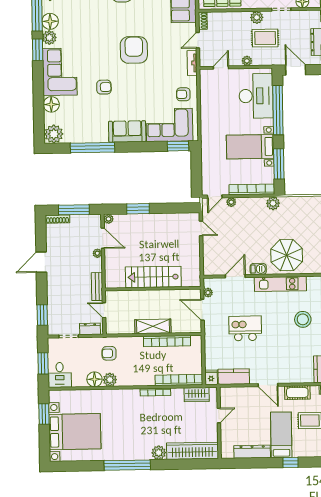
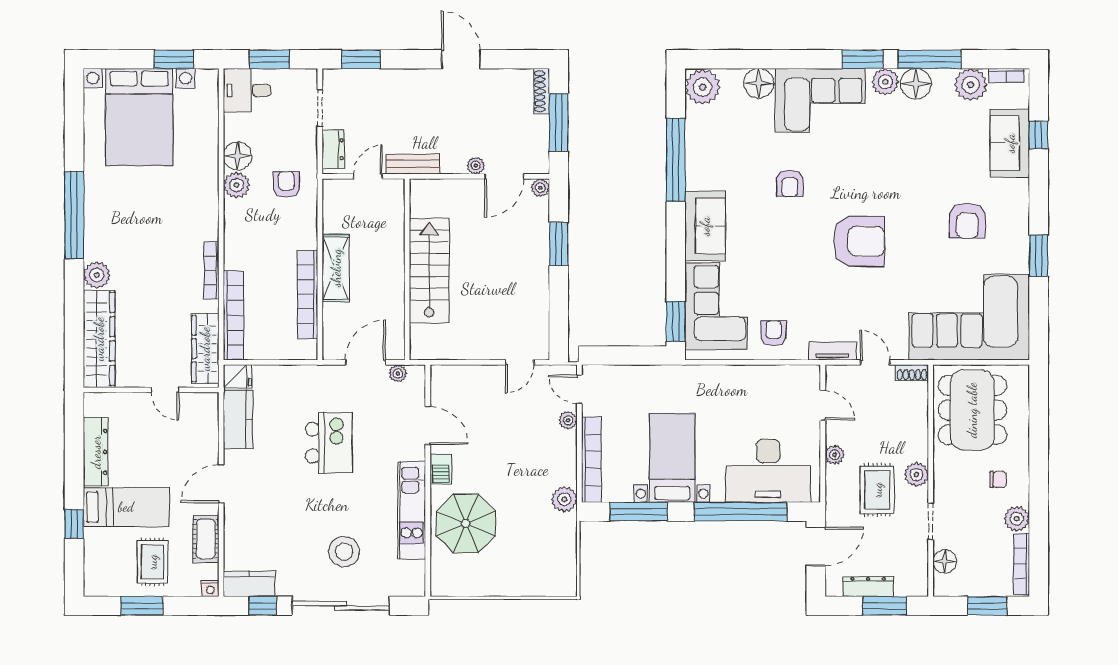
wardrobe: (197, 395) -> (205, 349), width x1.50

